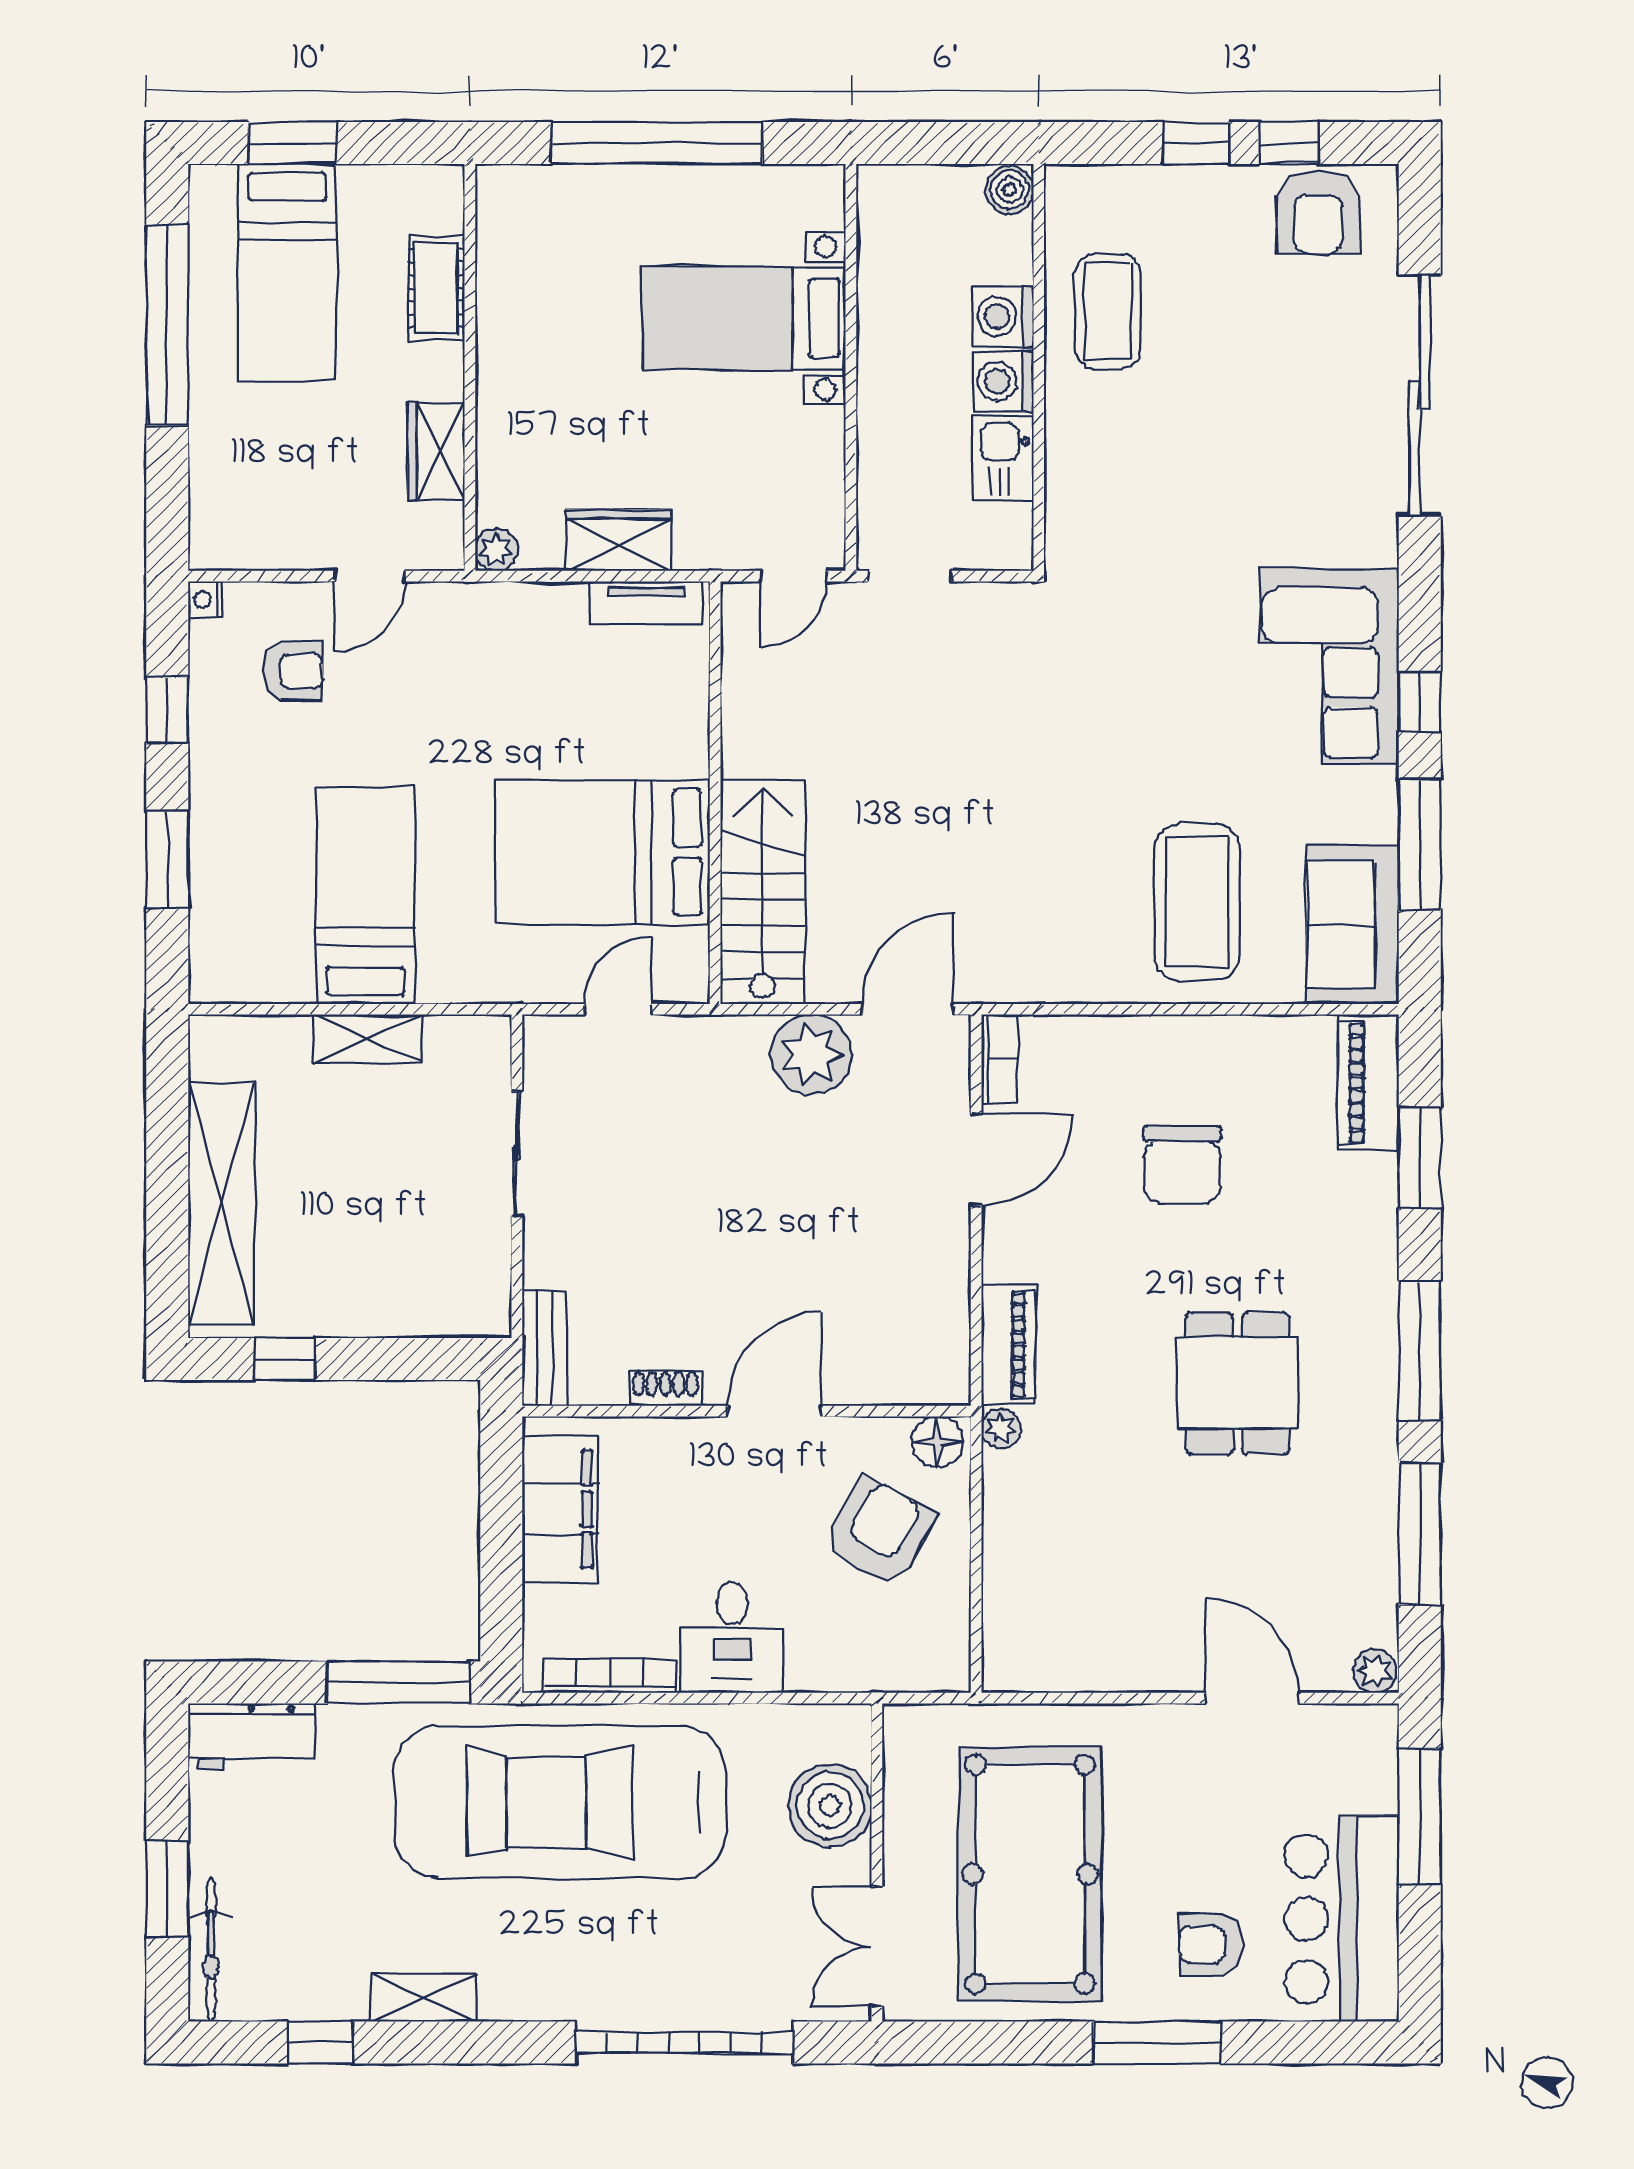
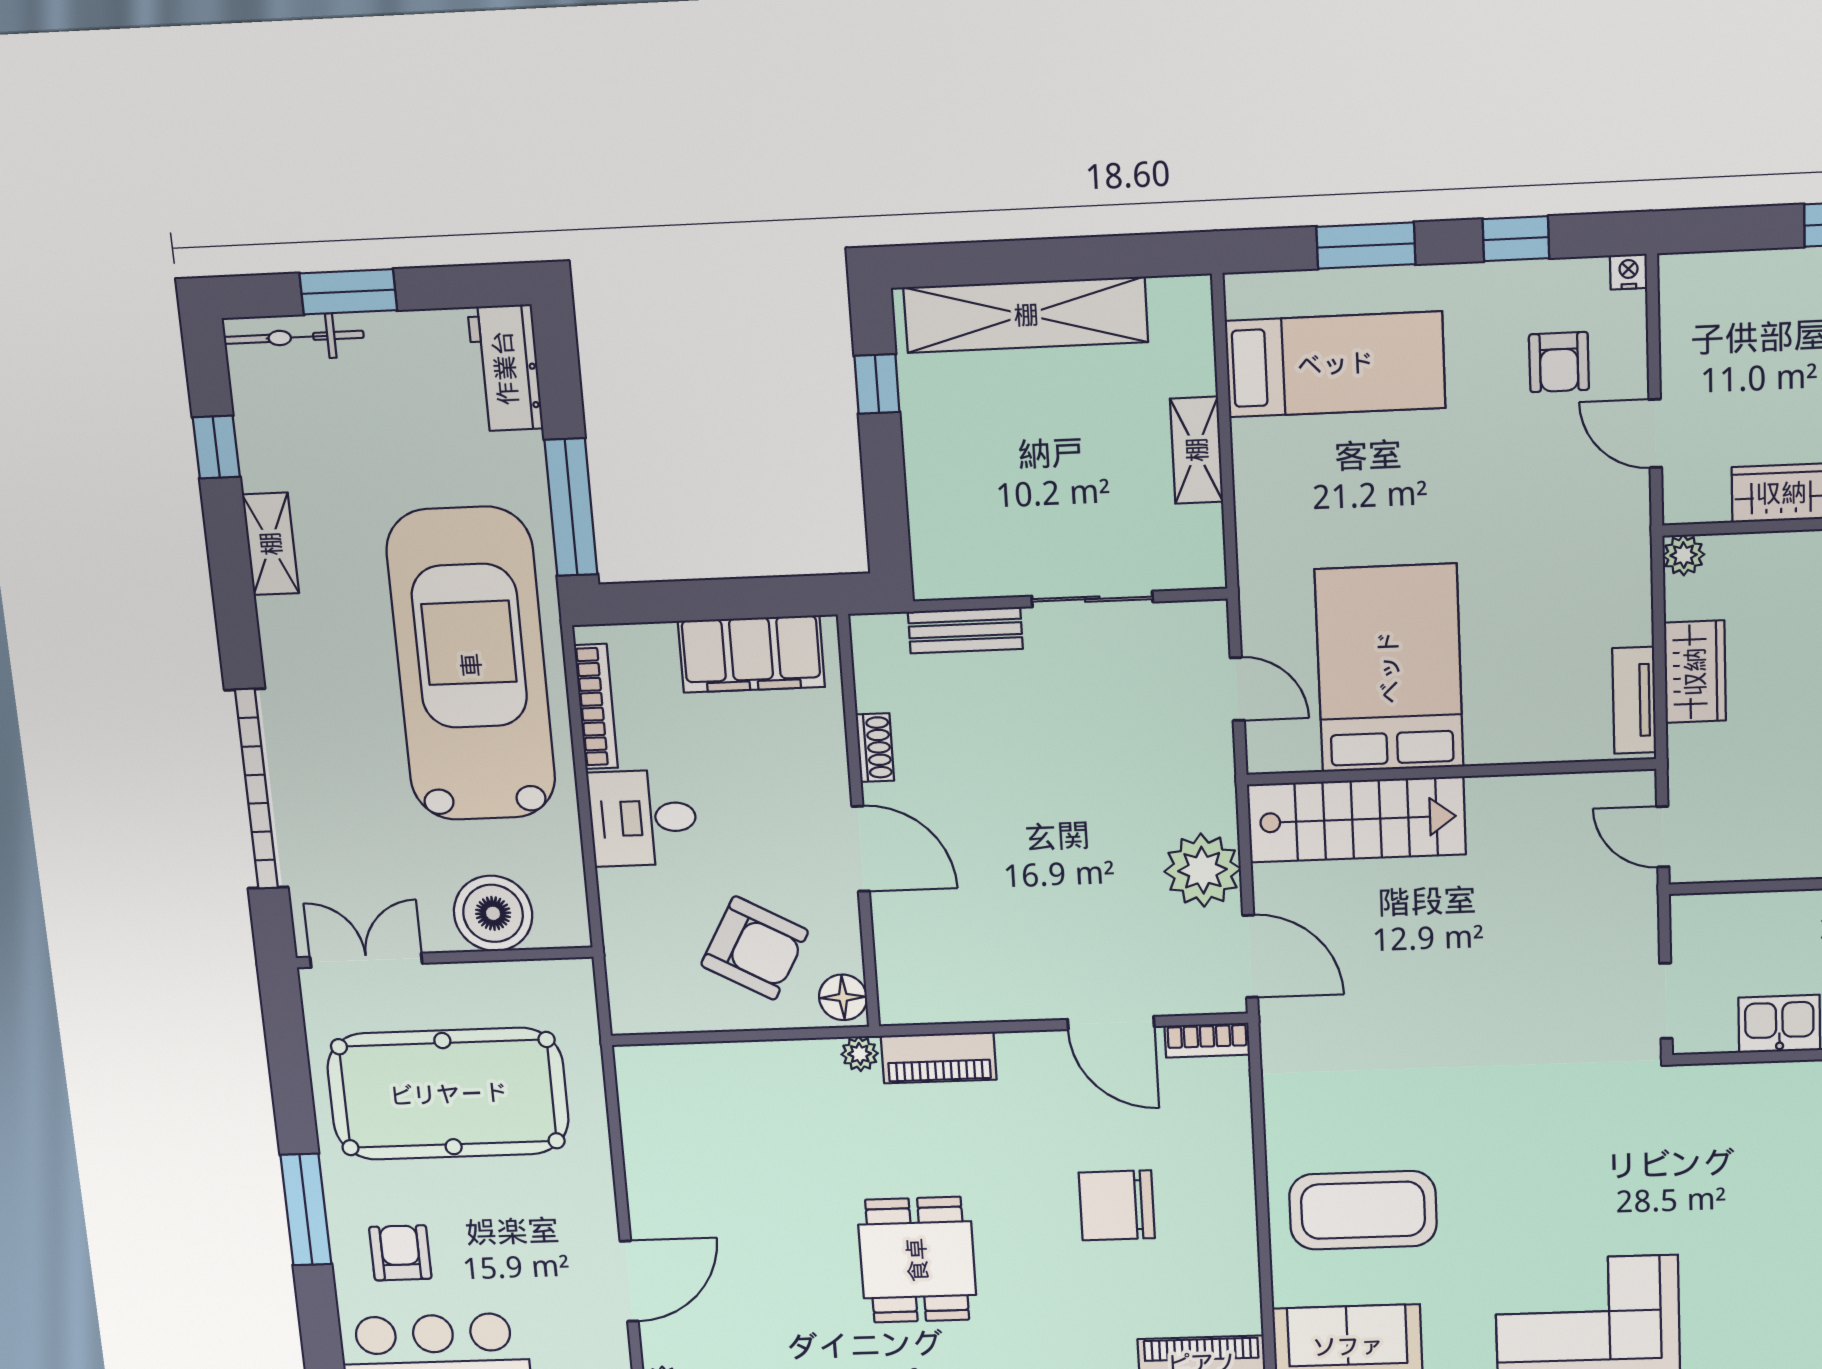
doorway: (910, 576) -> (1666, 1001), moved
bed: (365, 895) -> (1335, 364), moved
bench: (544, 1348) -> (965, 630), moved
dining table: (1238, 1383) -> (917, 1260), turned 90

